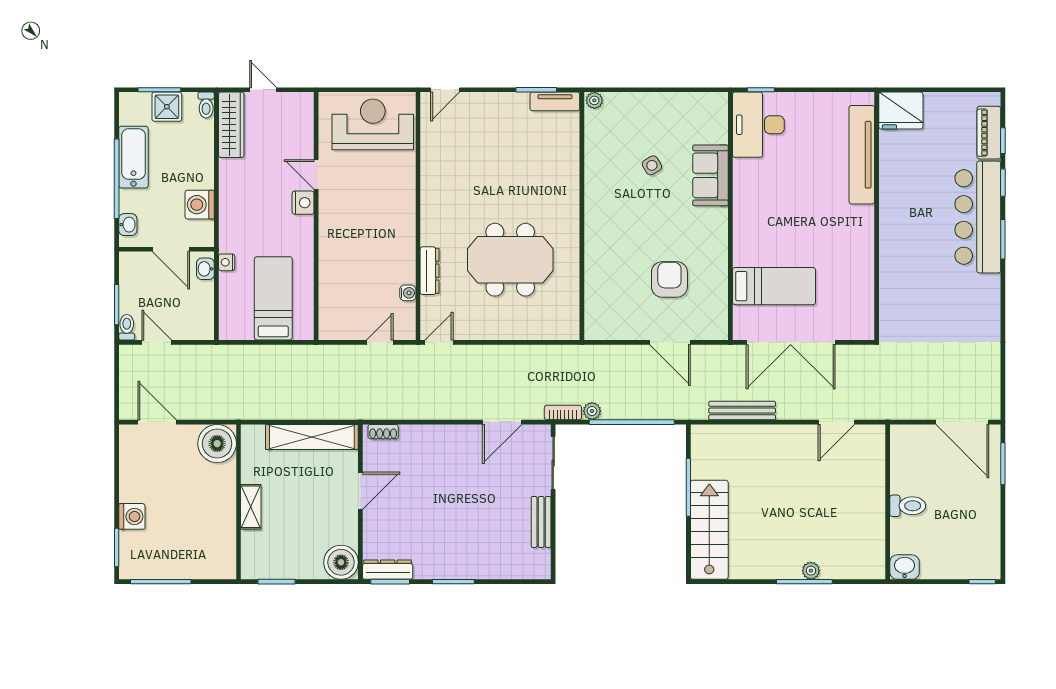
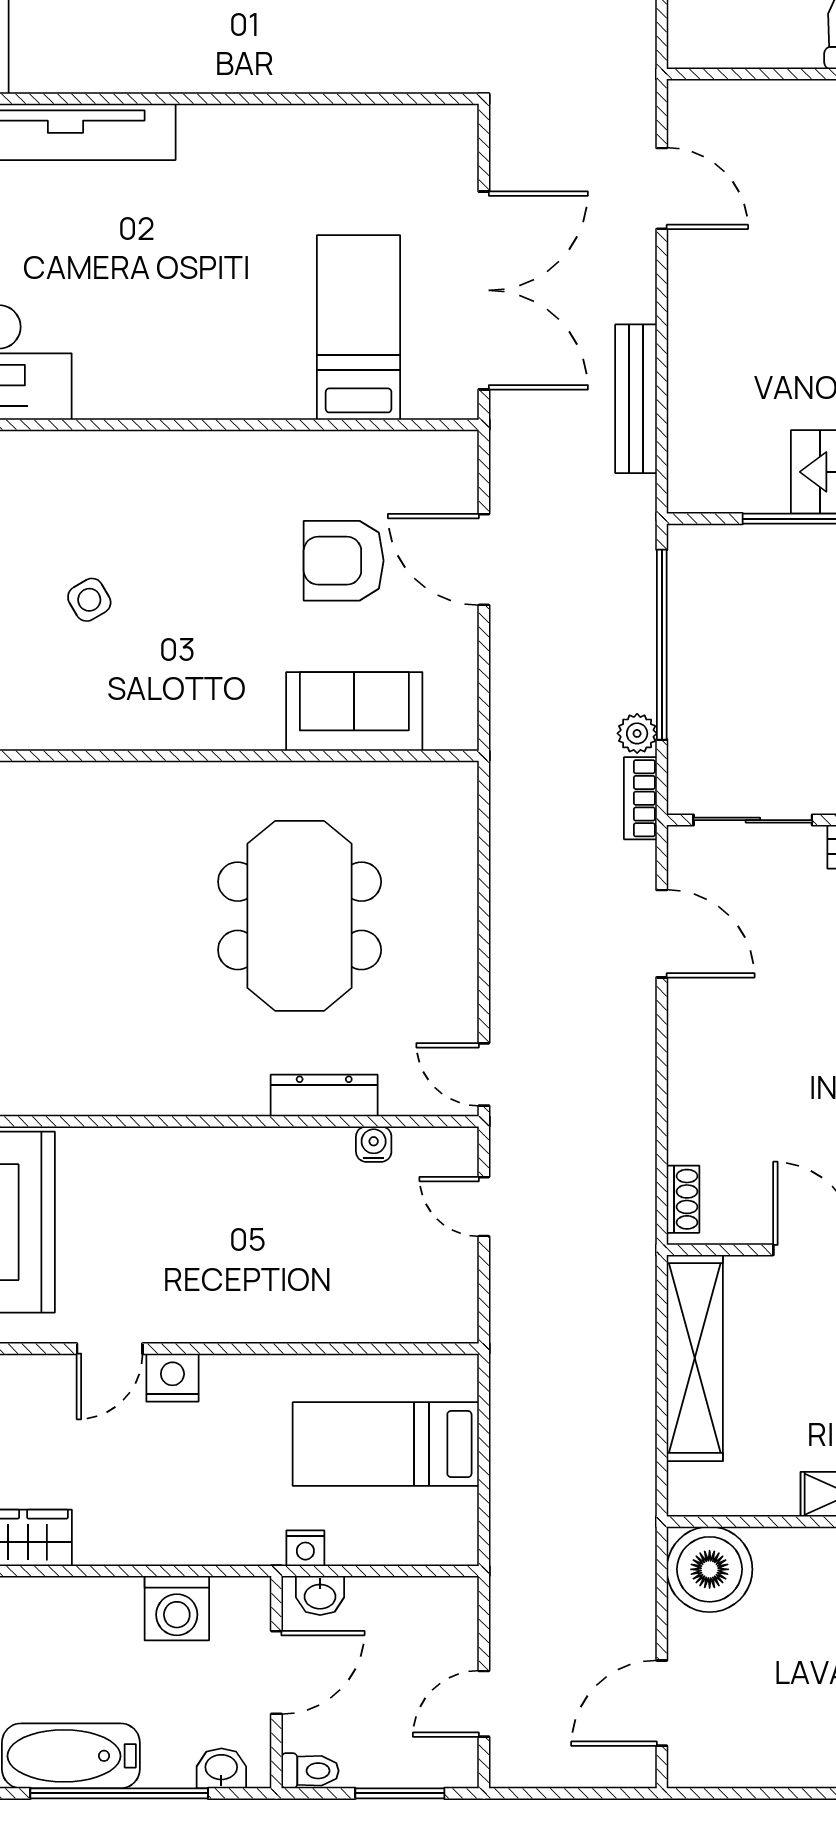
sofa: (711, 175) -> (354, 711), moved, turned 180
toilet: (127, 327) -> (310, 1771), moved, turned 180
door: (670, 342) -> (484, 560), swing flipped

